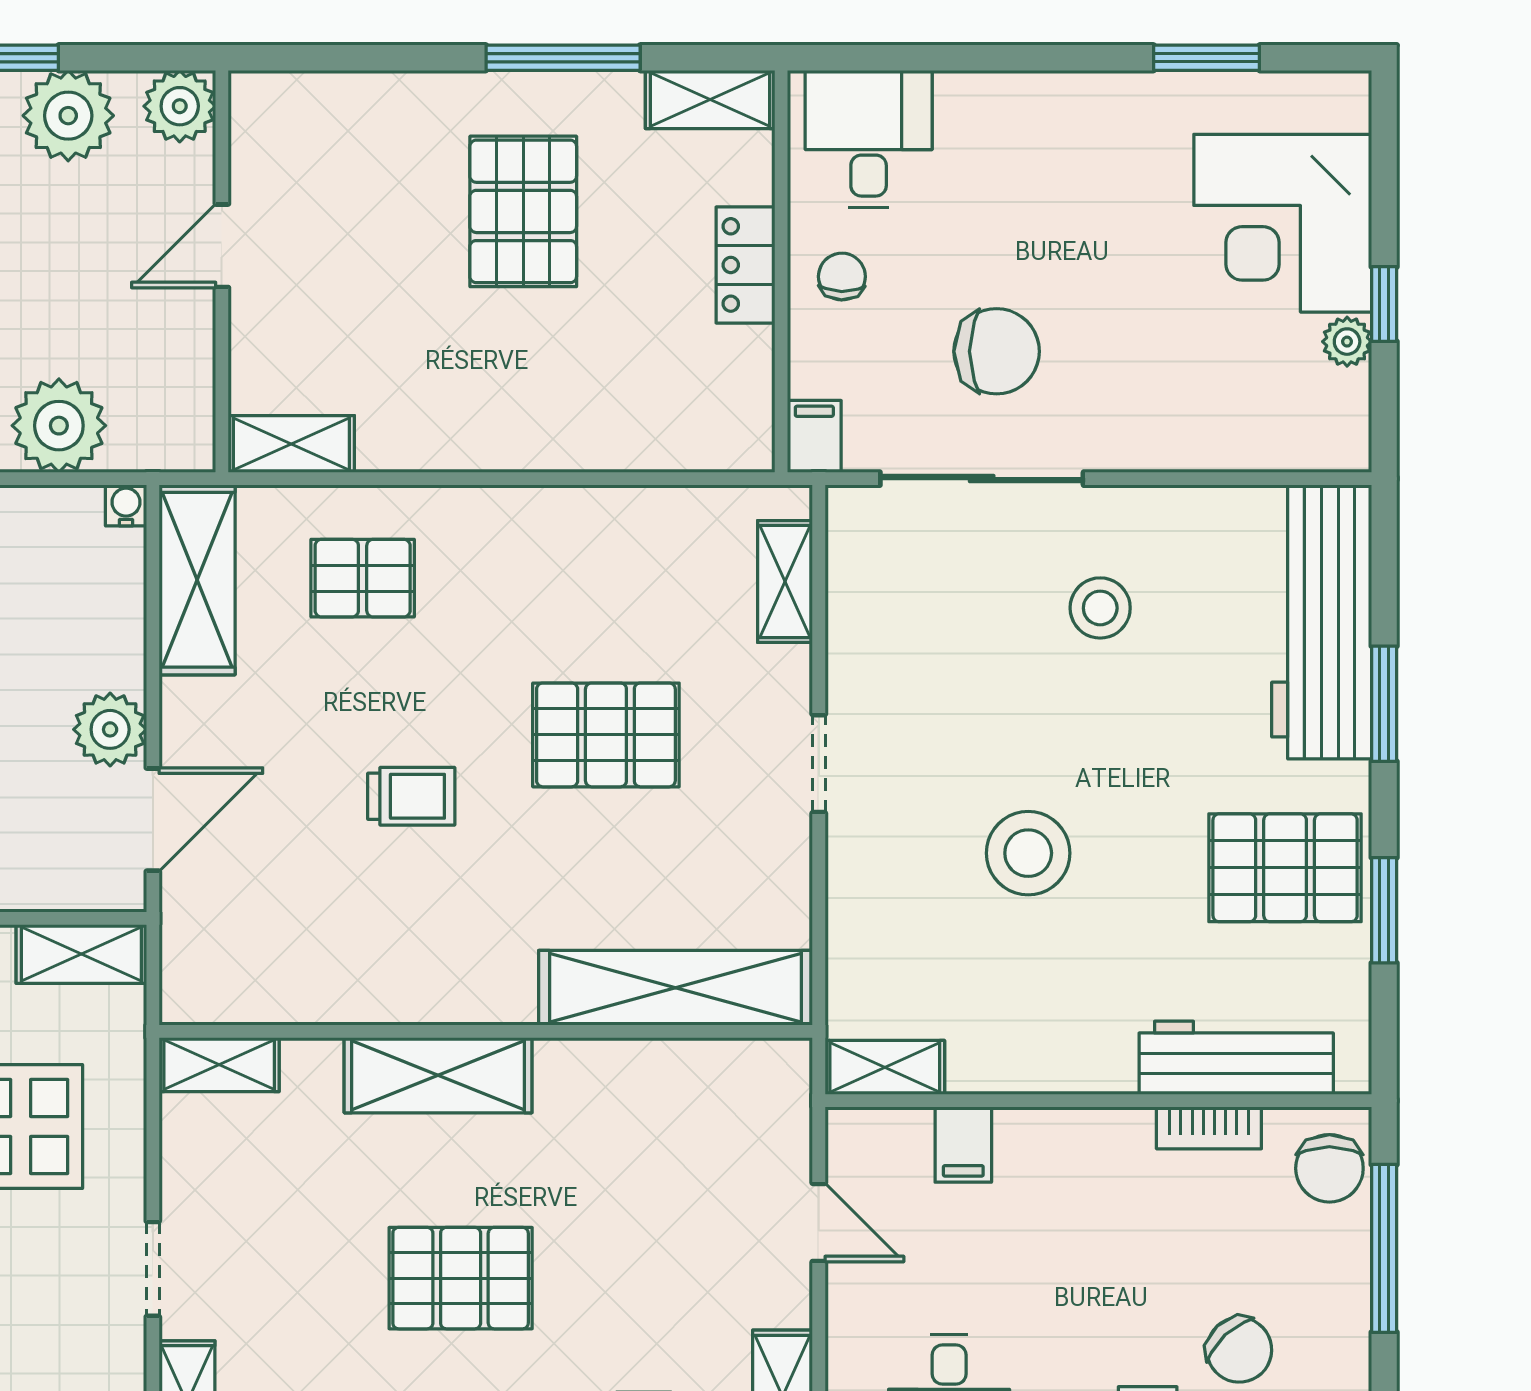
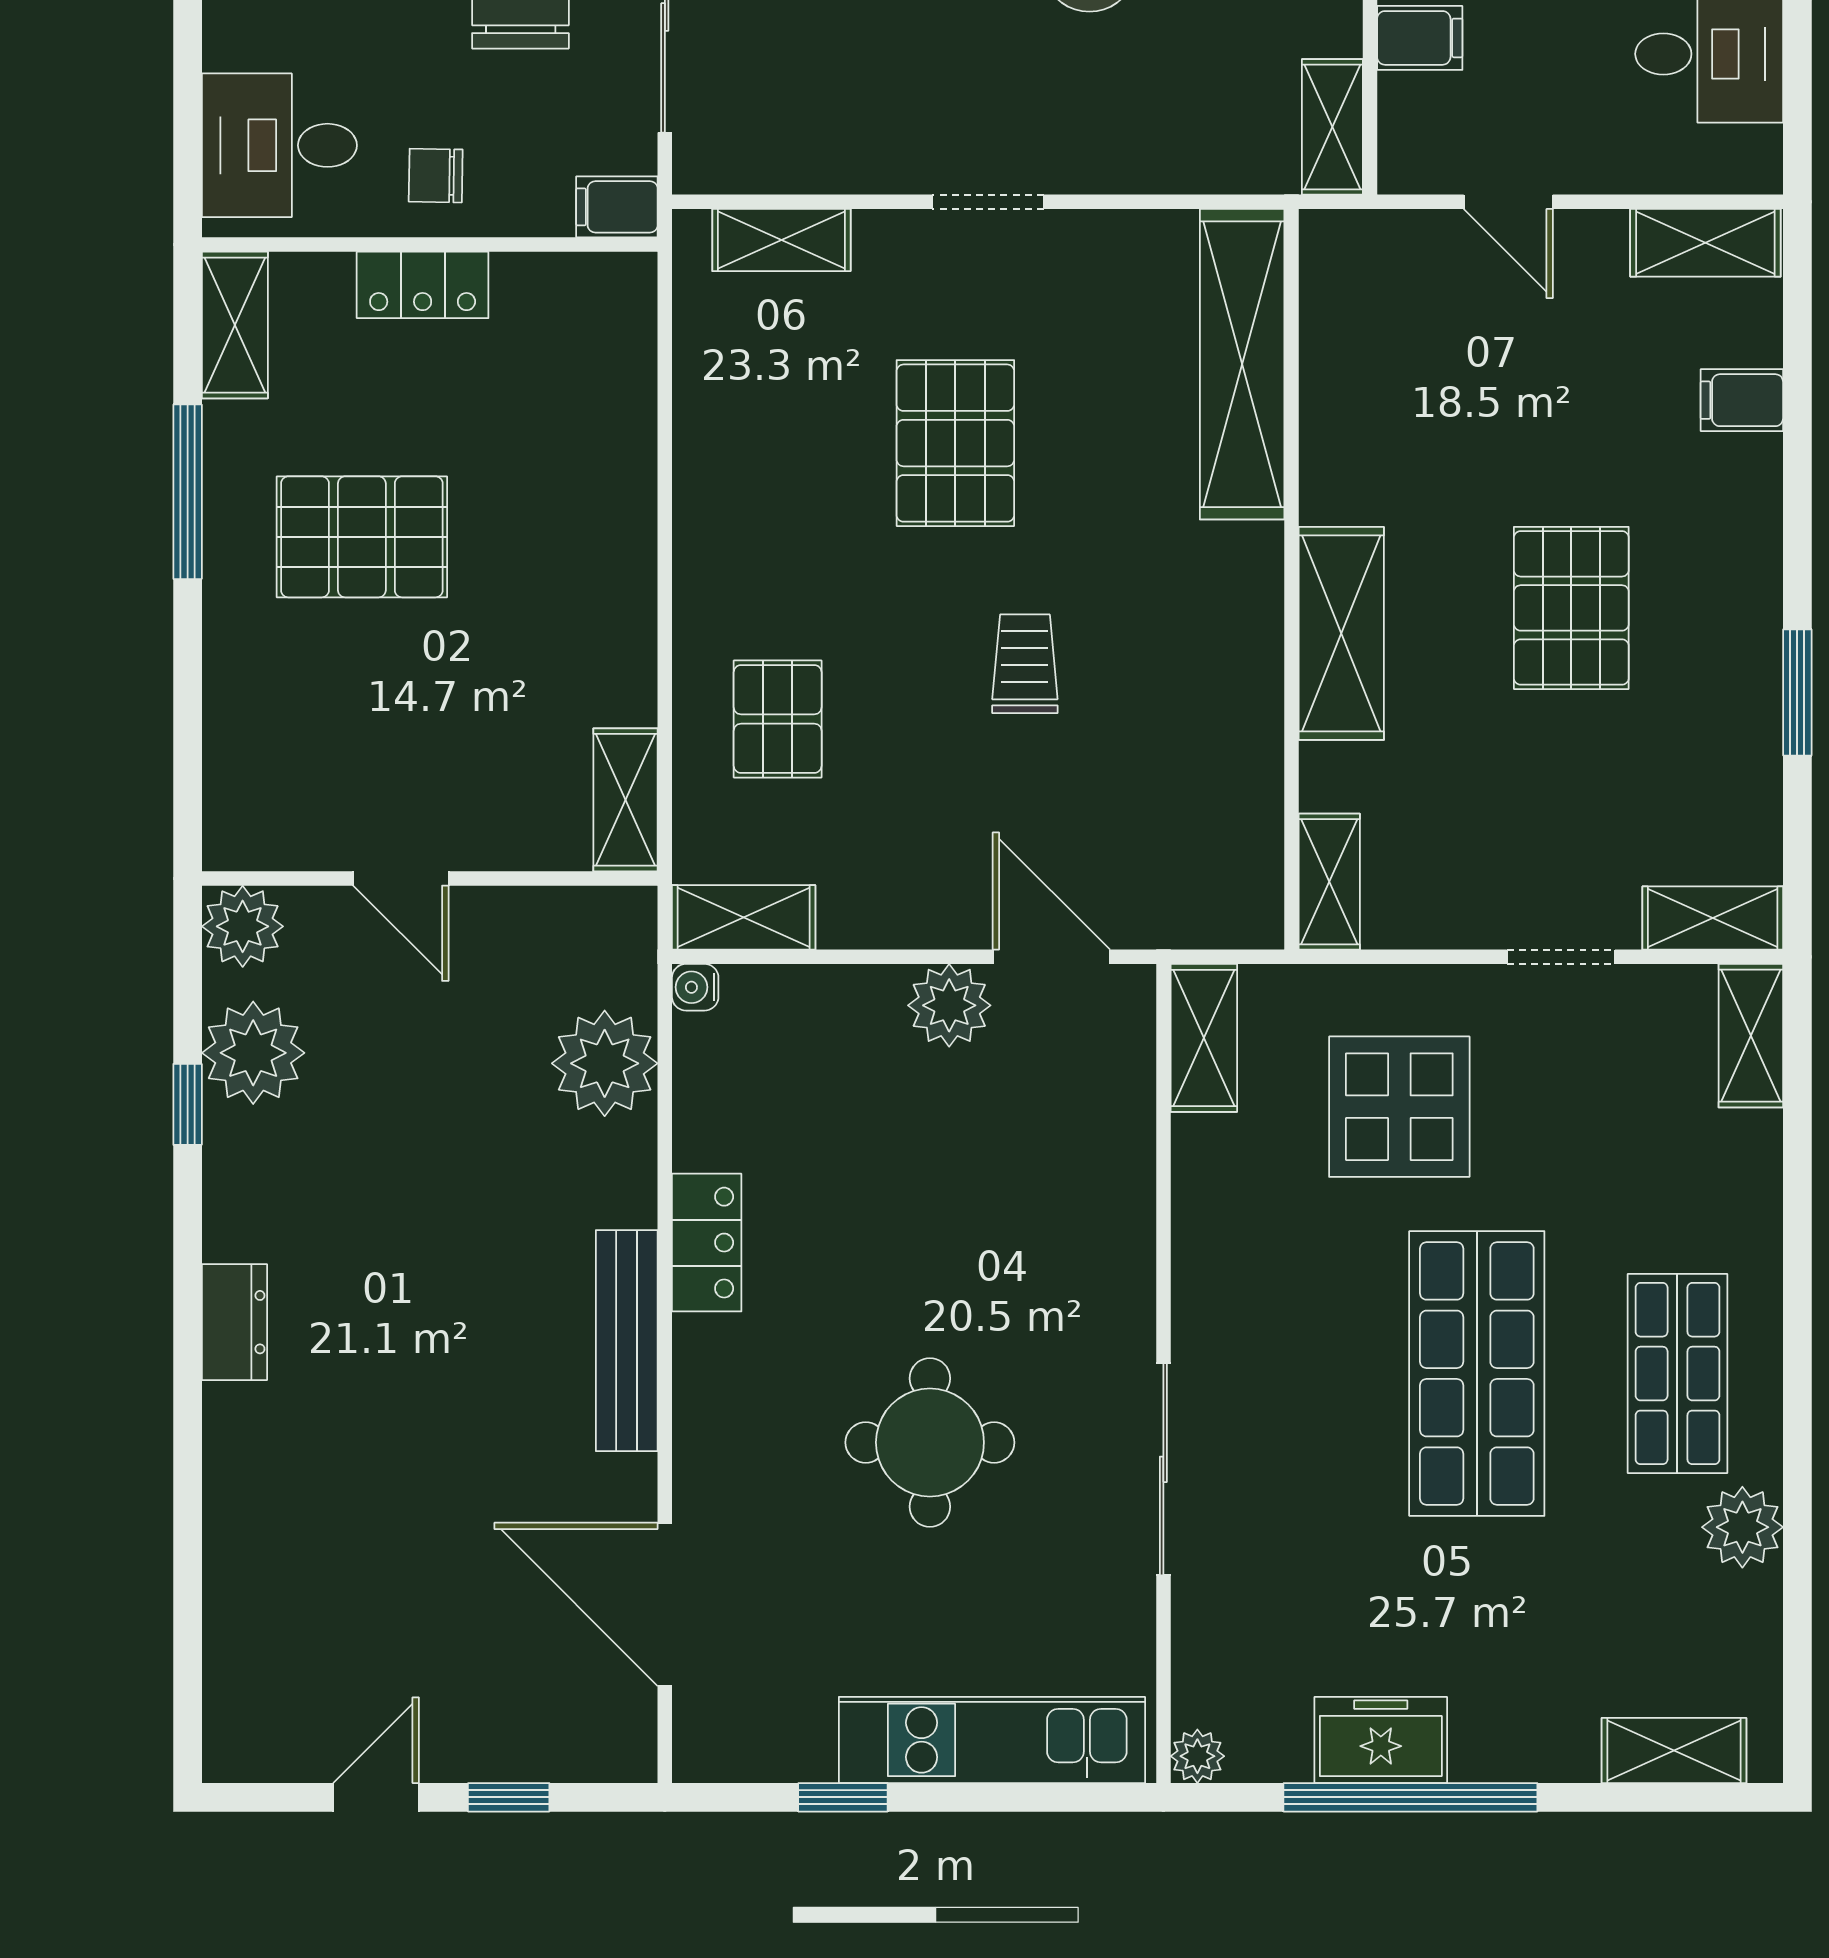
shelving: (197, 580) -> (744, 917), width x0.67, depth x0.75
door: (819, 1222) -> (1508, 202), swing flipped

